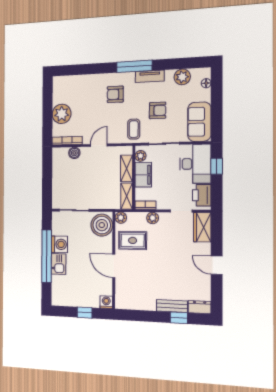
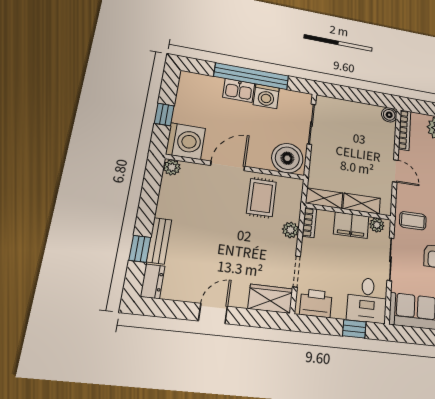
boiler: (74, 153) -> (389, 115), moved
desk: (195, 164) -> (367, 300), width x0.73
plant: (121, 218) -> (172, 167), moved
washing machine: (106, 302) -> (186, 141), width x1.89, depth x1.89

